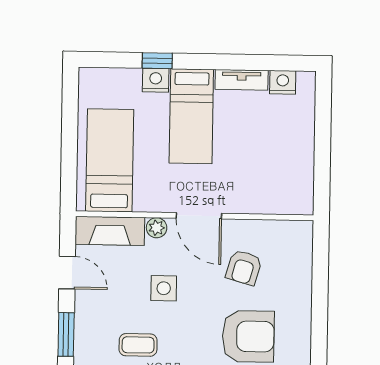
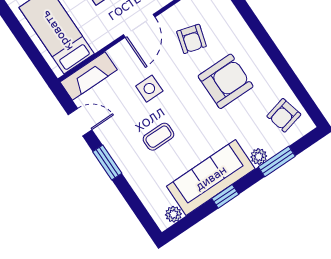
door: (199, 216) -> (139, 26), hinge flipped
plant: (157, 228) -> (117, 53), removed

